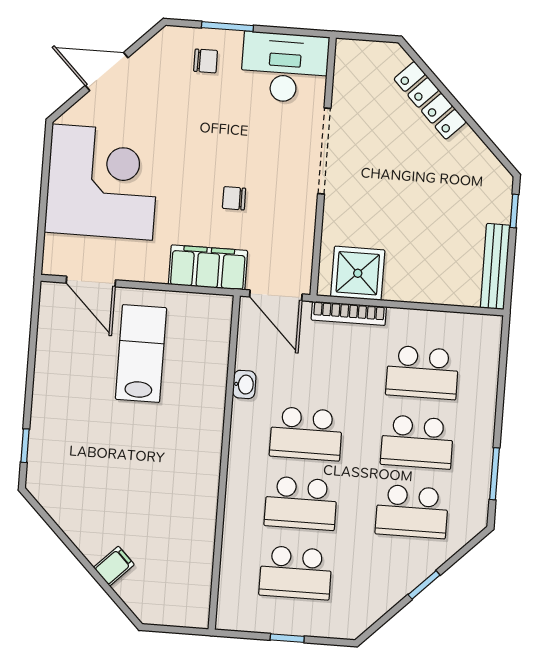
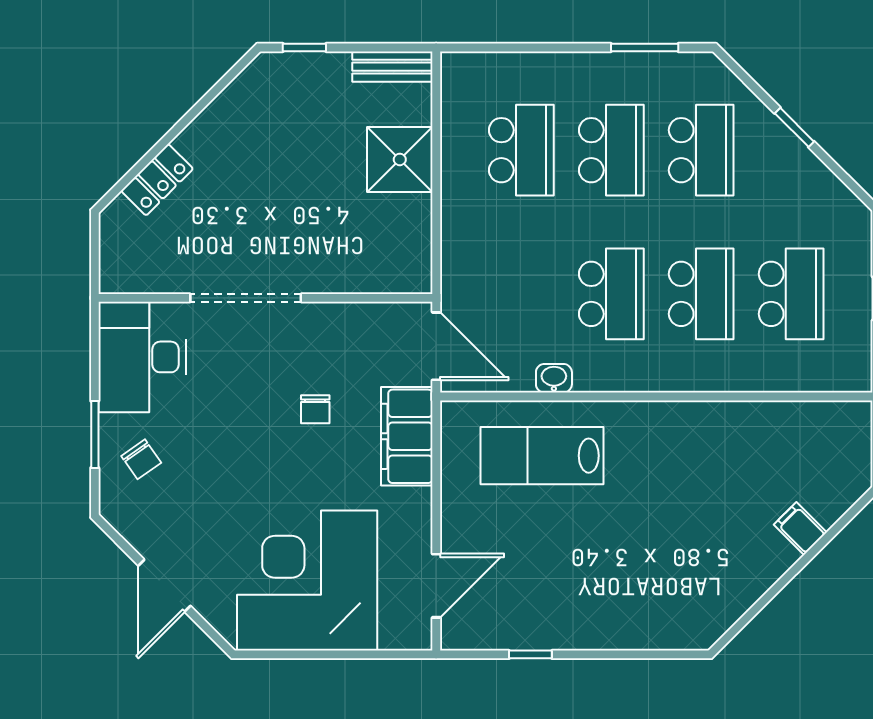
chair: (206, 61) -> (141, 459), turned 145
locker: (430, 100) -> (157, 180), width x0.66
bench: (495, 266) -> (392, 67), width x0.73
shower: (358, 273) -> (400, 159), moved
door: (276, 295) -> (436, 346), hinge flipped
bookcase: (349, 313) -> (452, 251), removed
lab bench: (141, 353) -> (542, 456), moved
window: (25, 446) -> (530, 654), moved

